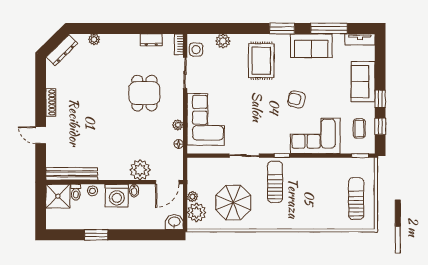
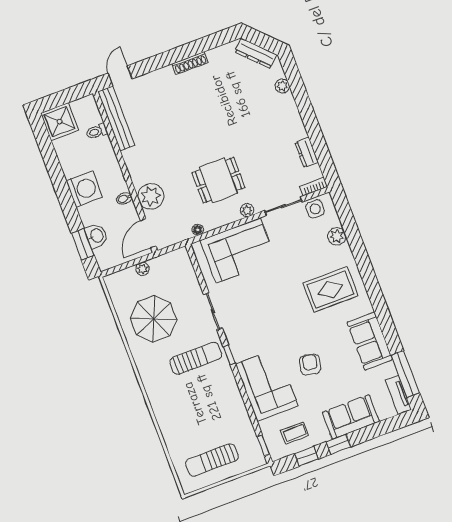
window: (282, 28) -> (377, 300), removed
window: (329, 28) -> (405, 374), moved
dining table: (144, 93) -> (218, 180), moved
armchair: (297, 99) -> (310, 365), moved
plant: (178, 125) -> (247, 210), moved
door: (41, 135) -> (120, 76), moved
door: (167, 182) -> (148, 233), hinge flipped
stool: (92, 191) -> (106, 150), removed
shower: (58, 196) -> (59, 122), moved
washing machine: (117, 196) -> (84, 189), moved, turned 180
sun lounger: (356, 199) -> (212, 460), turned 180
plant: (197, 212) -> (126, 281), removed
washbasin: (174, 222) -> (96, 236), moved
window: (96, 235) -> (83, 244), moved

